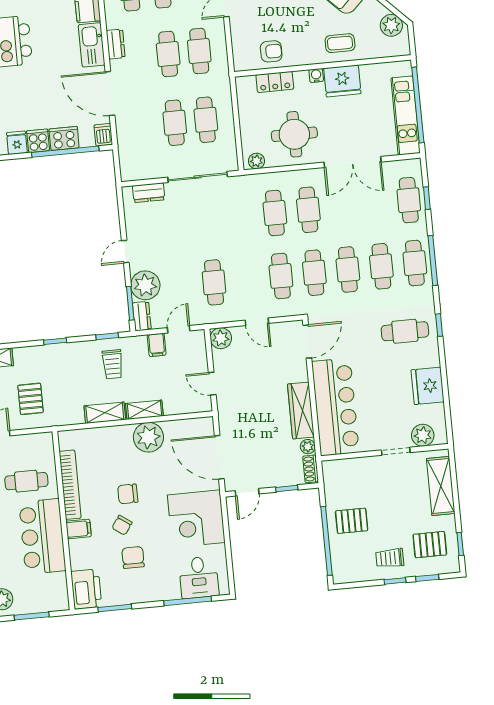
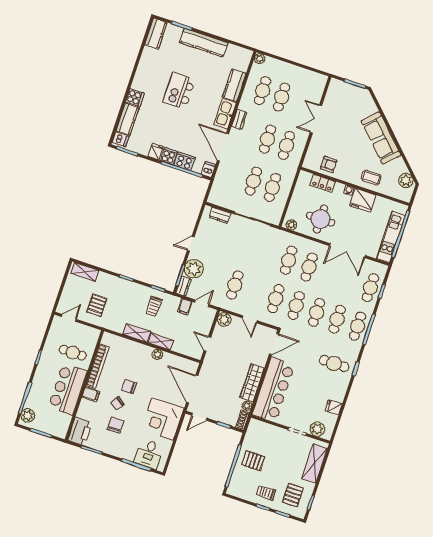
fridge: (428, 386) -> (334, 407), width x0.53, depth x0.75
plant: (148, 437) -> (157, 354), width x0.53, depth x0.53
pallet: (430, 545) -> (293, 495), turned 90

